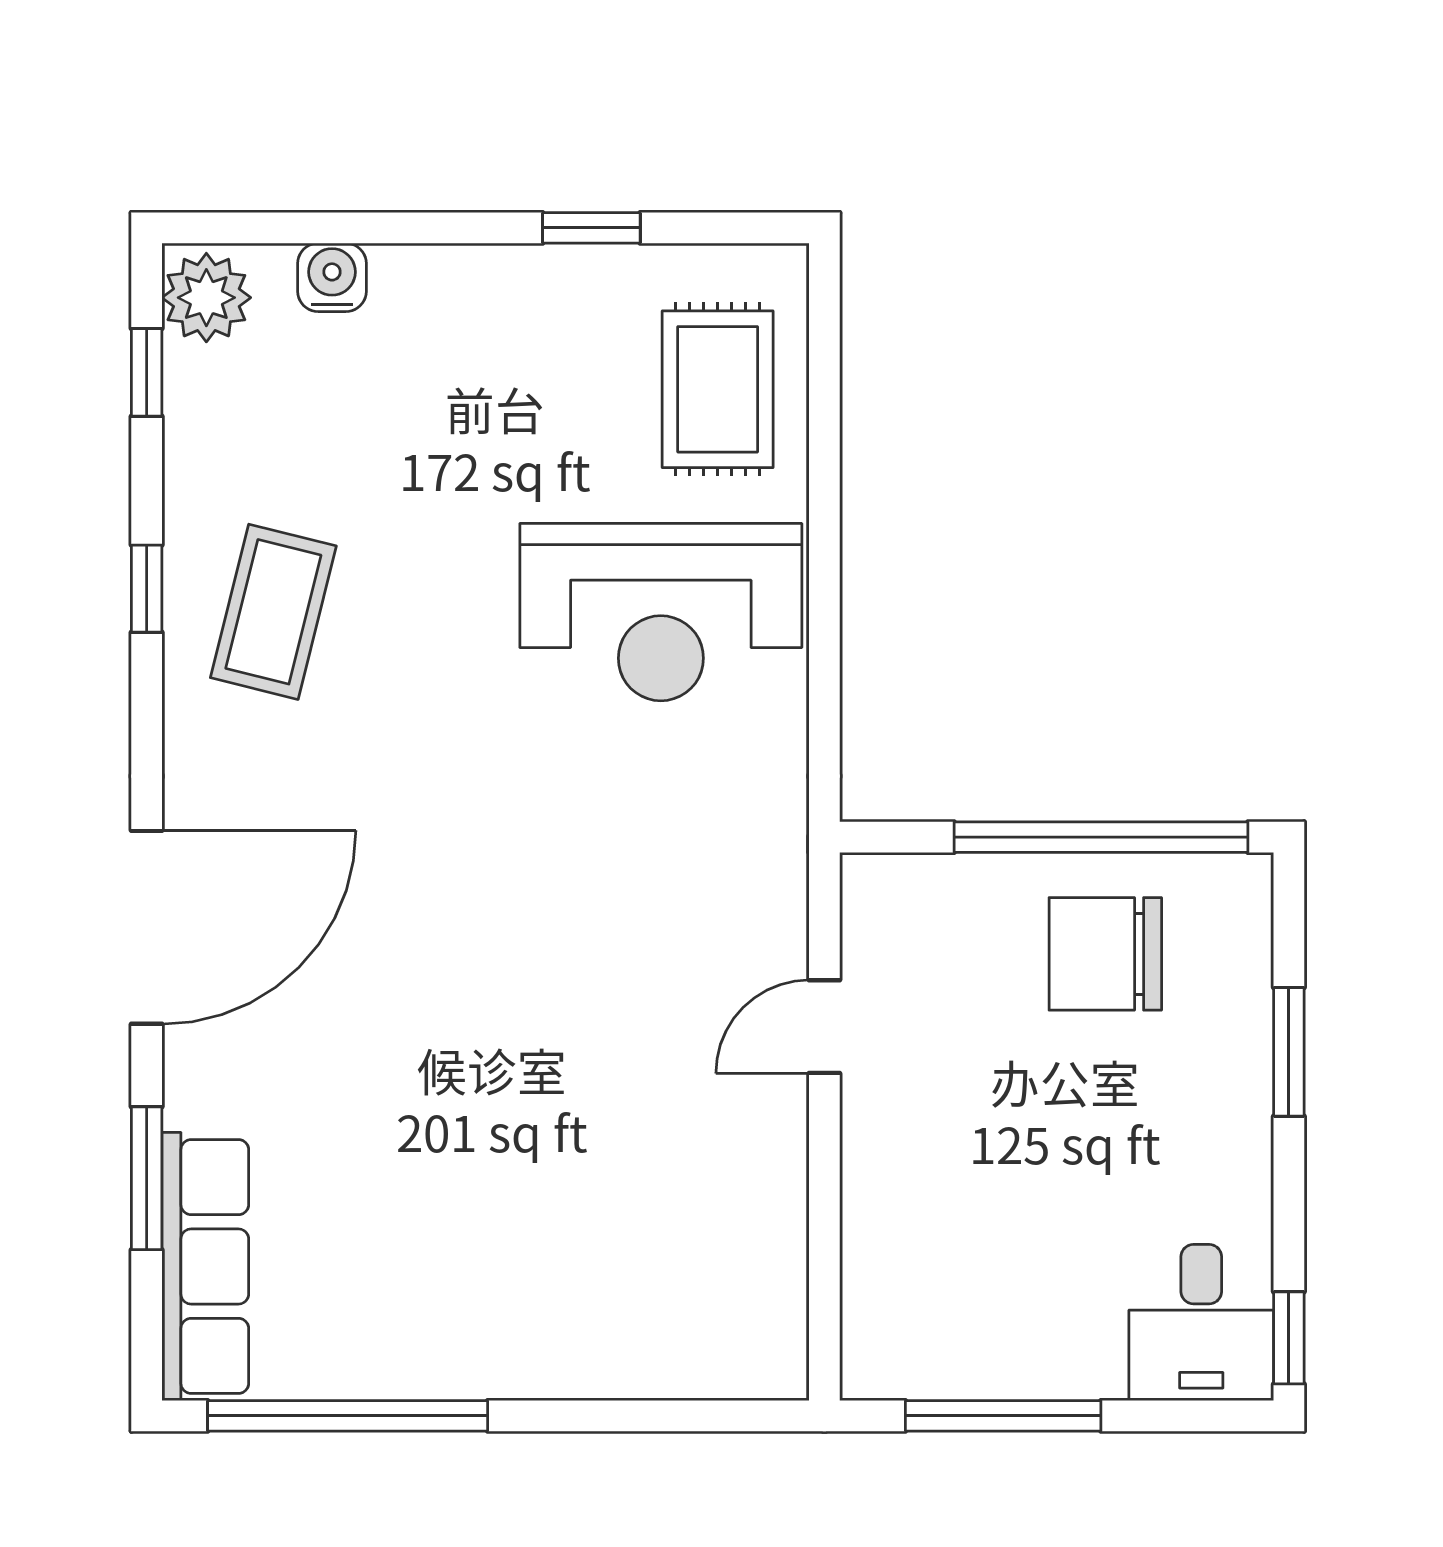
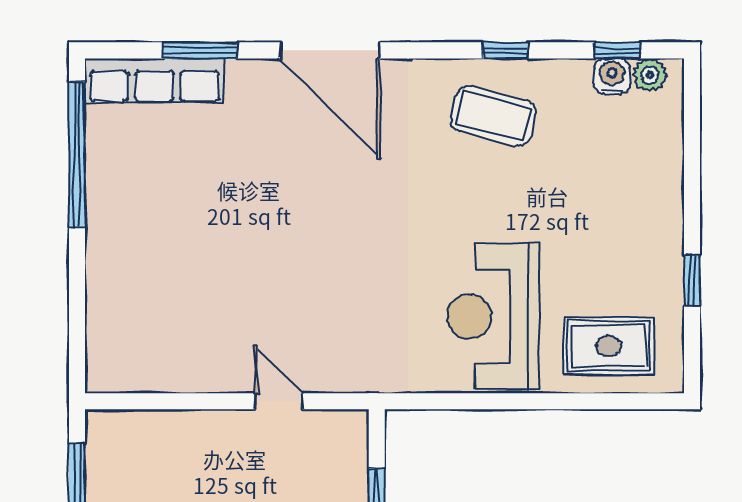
water cooler: (332, 277) -> (612, 76), moved, turned -90
plant: (206, 298) -> (650, 75), width x0.73, depth x0.73

